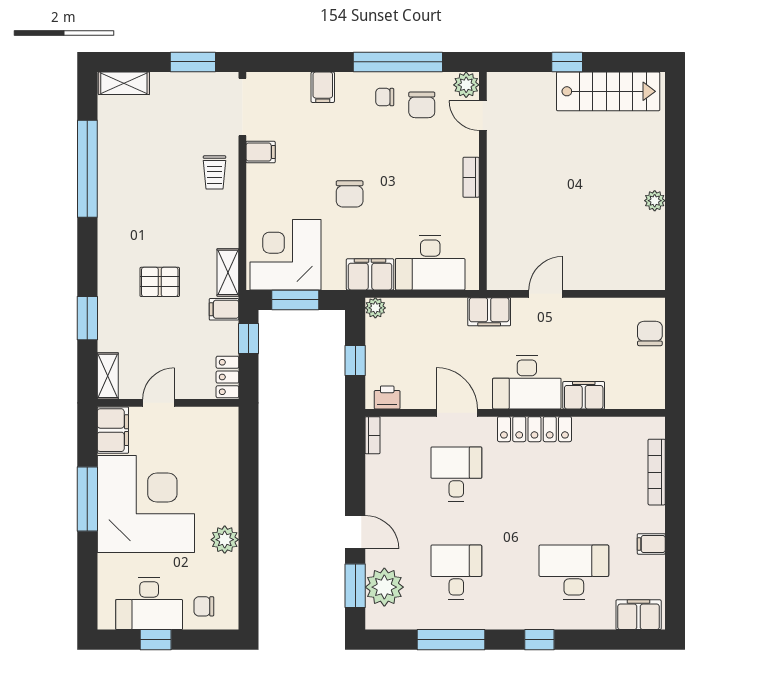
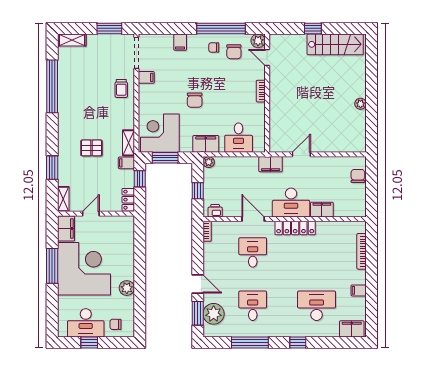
desk: (430, 263) -> (239, 138), width x0.73

